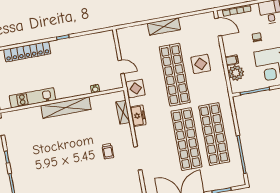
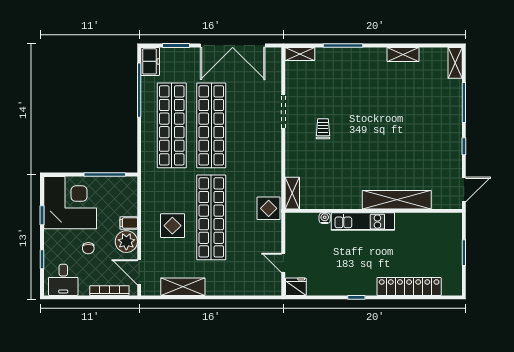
shelving: (164, 26) -> (183, 287), moved
fridge: (106, 37) -> (296, 287), added
door: (121, 67) -> (283, 263), moved
plant: (236, 73) -> (126, 242), moved
kitchen unit: (32, 98) -> (363, 222), moved
shelving: (66, 107) -> (397, 200), moved
shelving: (123, 112) -> (292, 193), moved
freezer: (138, 116) -> (150, 61), moved, turned 180

